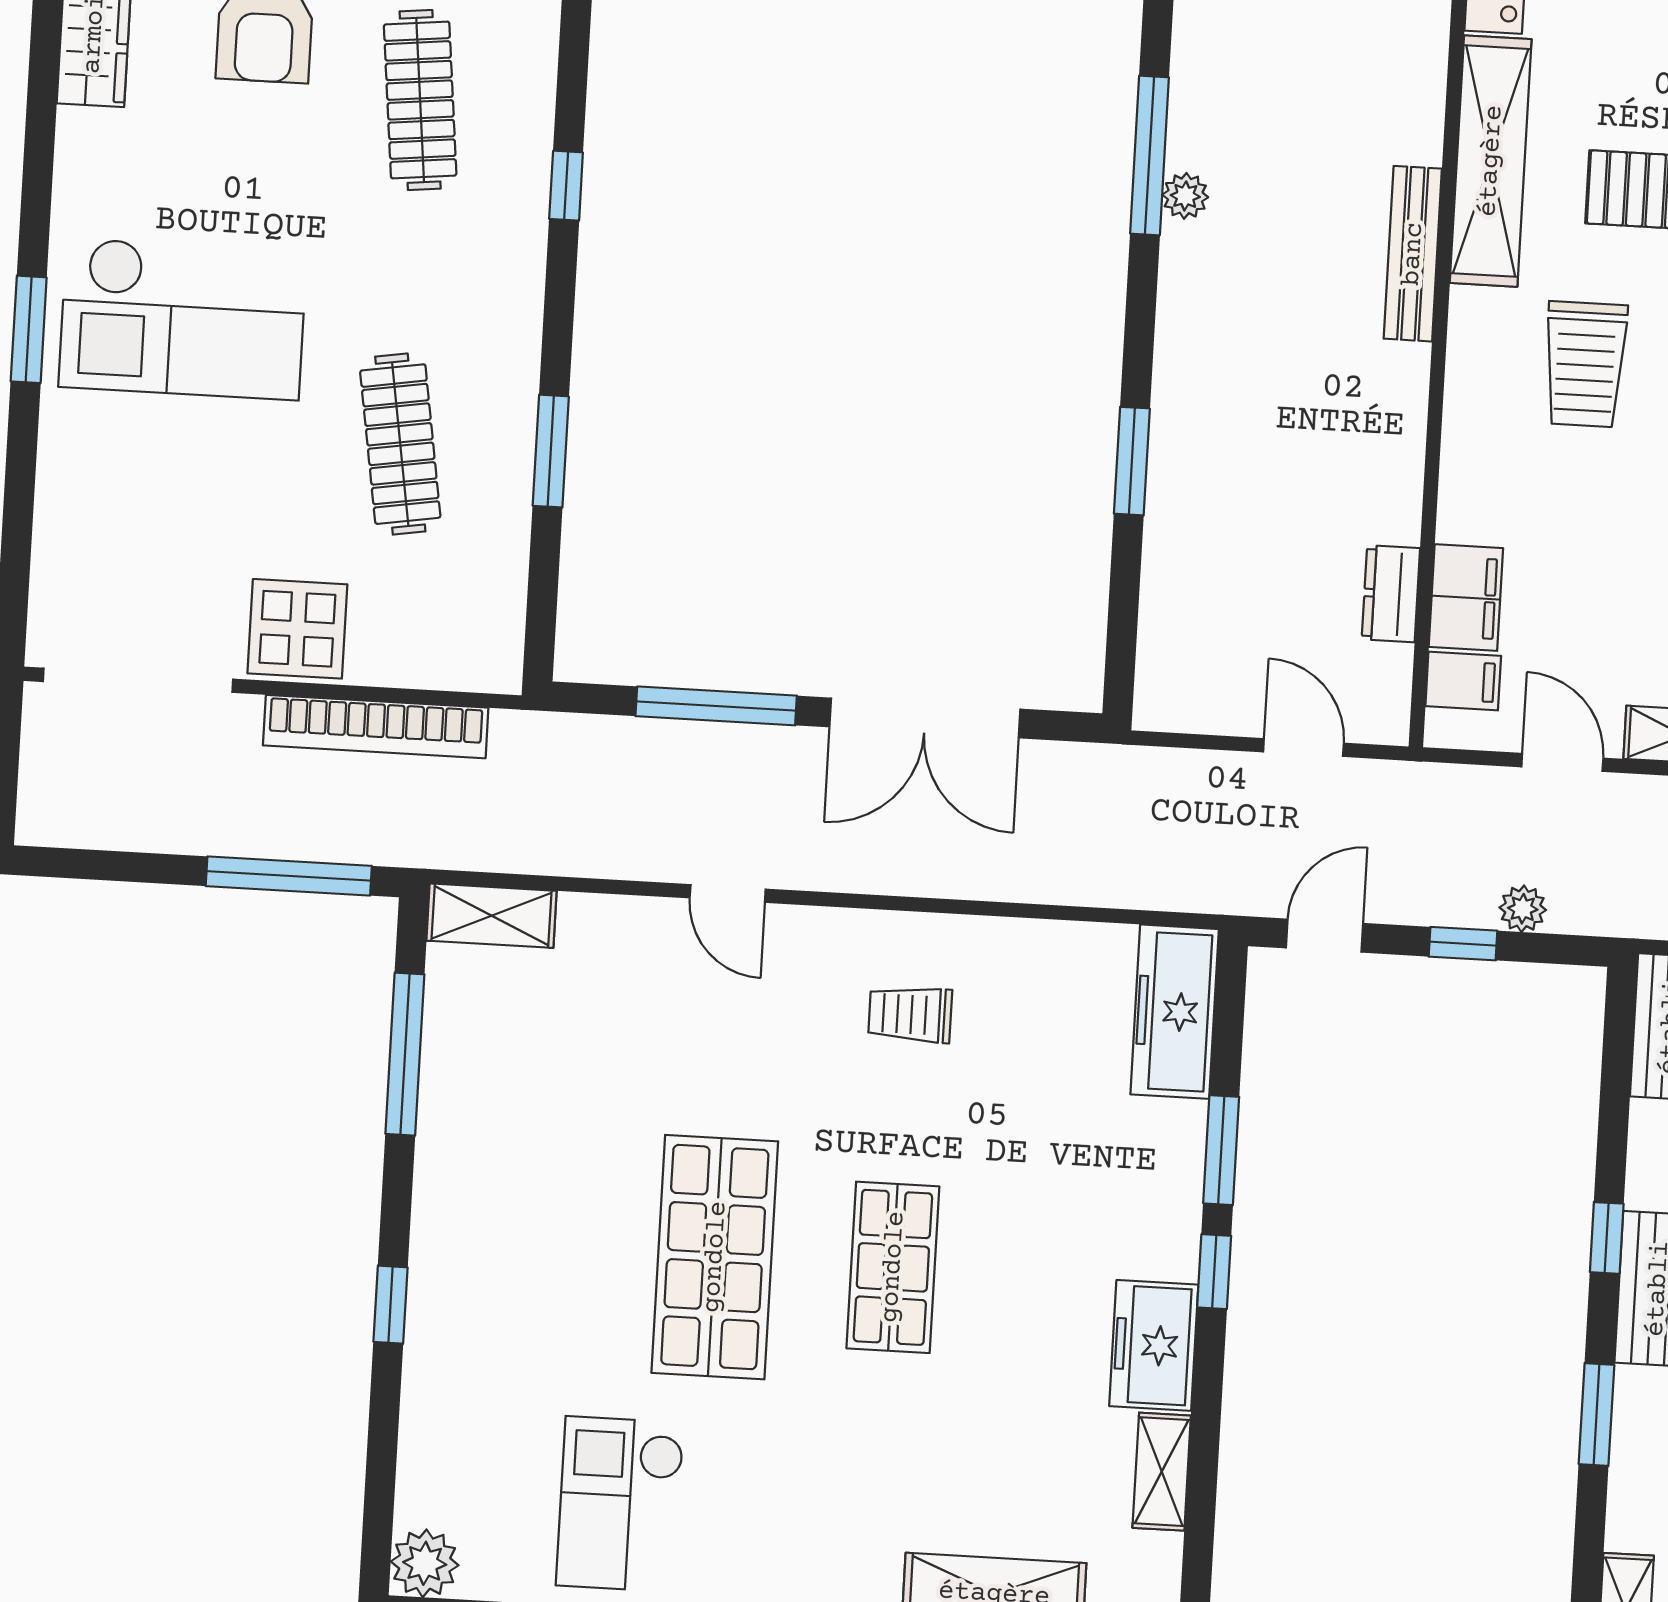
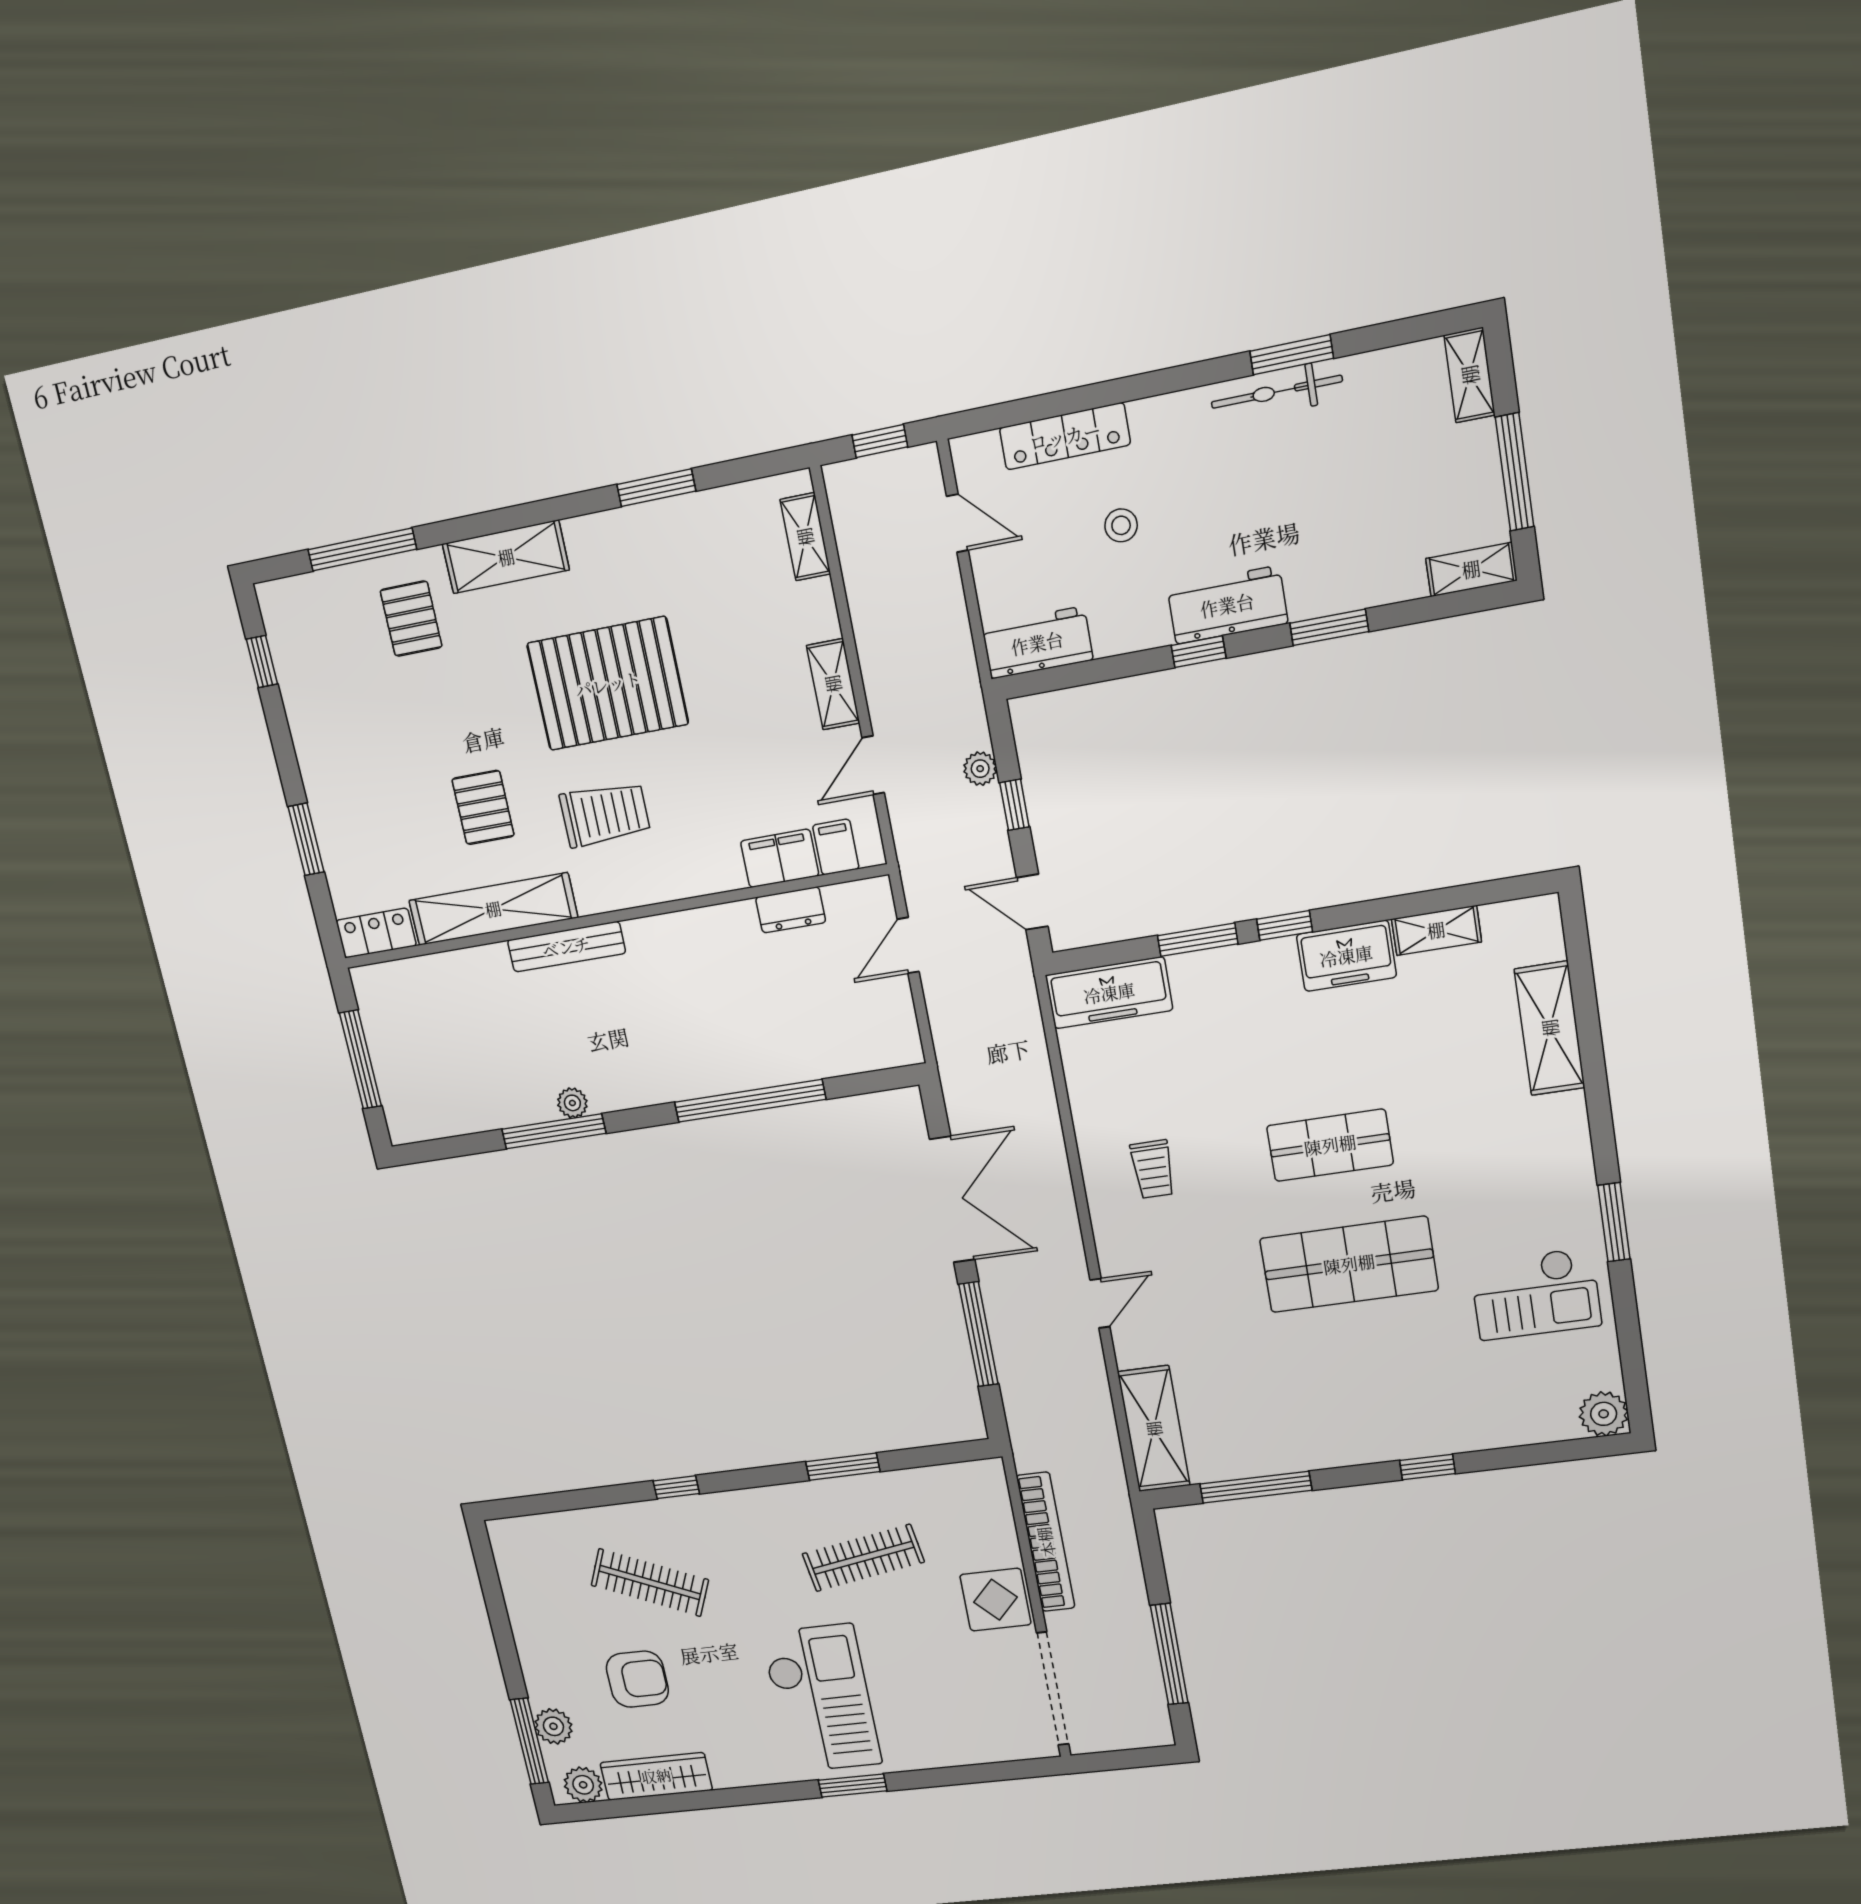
clothes rail: (420, 100) -> (650, 1583), turned 30
window: (1132, 461) -> (750, 1101), width x2.11
window: (289, 876) -> (1169, 1654), moved
shelving: (491, 916) -> (1154, 1429), width x1.50, depth x1.33

